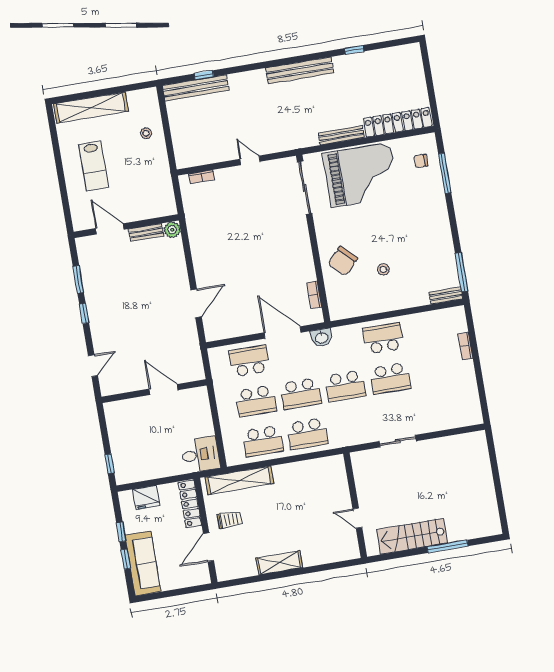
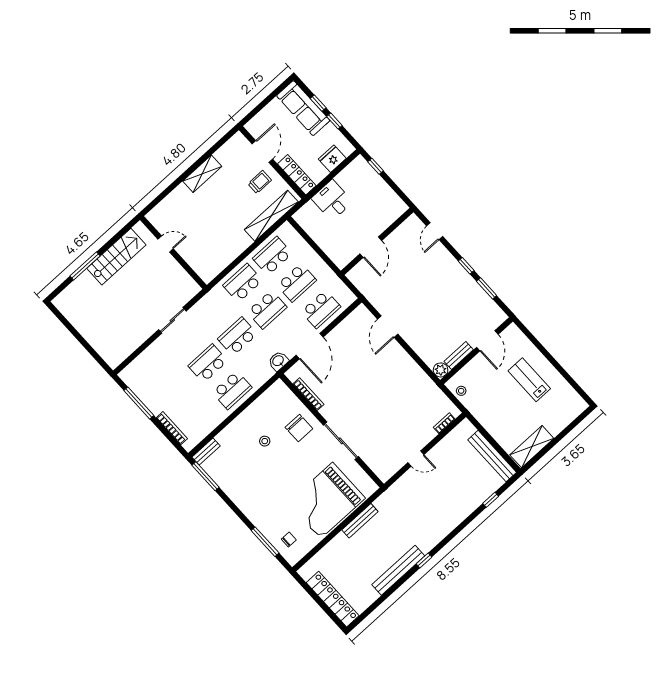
window: (354, 50) -> (424, 561), moved
bench: (300, 71) -> (398, 570), moved
bench: (196, 88) -> (492, 456), moved, turned 90
shelving: (91, 108) -> (532, 447), moved, width x0.68
locker: (398, 122) -> (333, 599), moved, turned -90
stool: (146, 133) -> (461, 391), moved
sliding door: (305, 188) -> (341, 441), moved
door: (110, 229) -> (487, 341), hinge flipped
chair: (343, 261) -> (299, 428), turned 136
bookcase: (314, 295) -> (308, 394), width x1.56
door: (283, 333) -> (310, 346), hinge flipped
bookcase: (465, 346) -> (172, 428), width x1.56
window: (480, 383) -> (139, 403), added
door: (164, 389) -> (371, 247), hinge flipped
school desk: (301, 394) -> (267, 310), turned 180
school desk: (256, 401) -> (297, 283), turned 180
desk: (200, 455) -> (332, 200), moved, turned 90
trolley: (230, 520) -> (260, 182), turned 180

